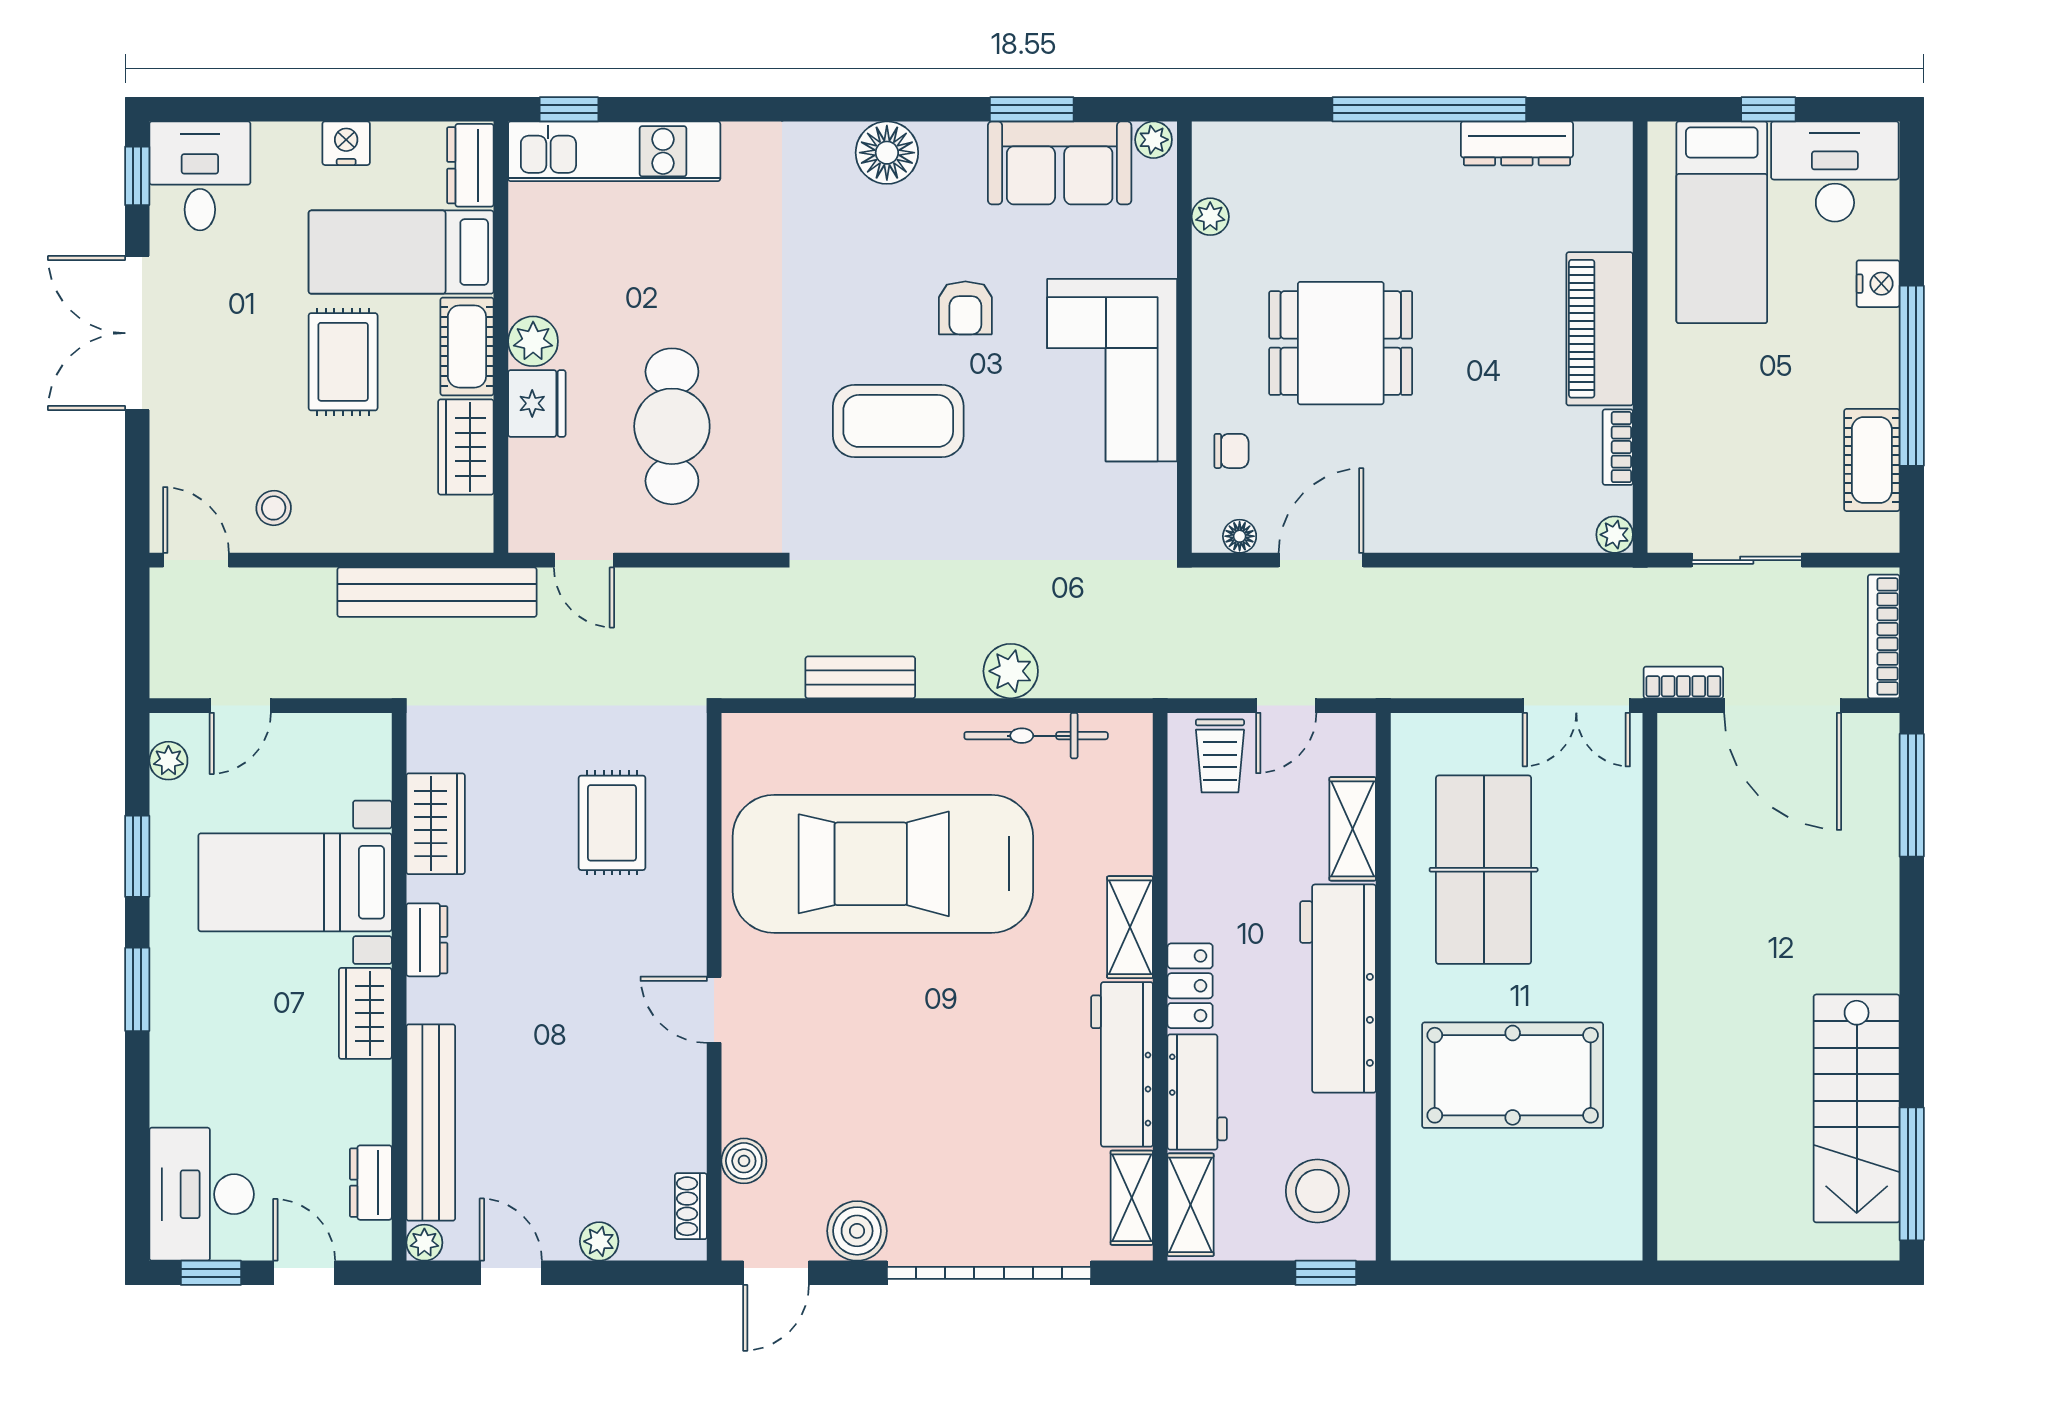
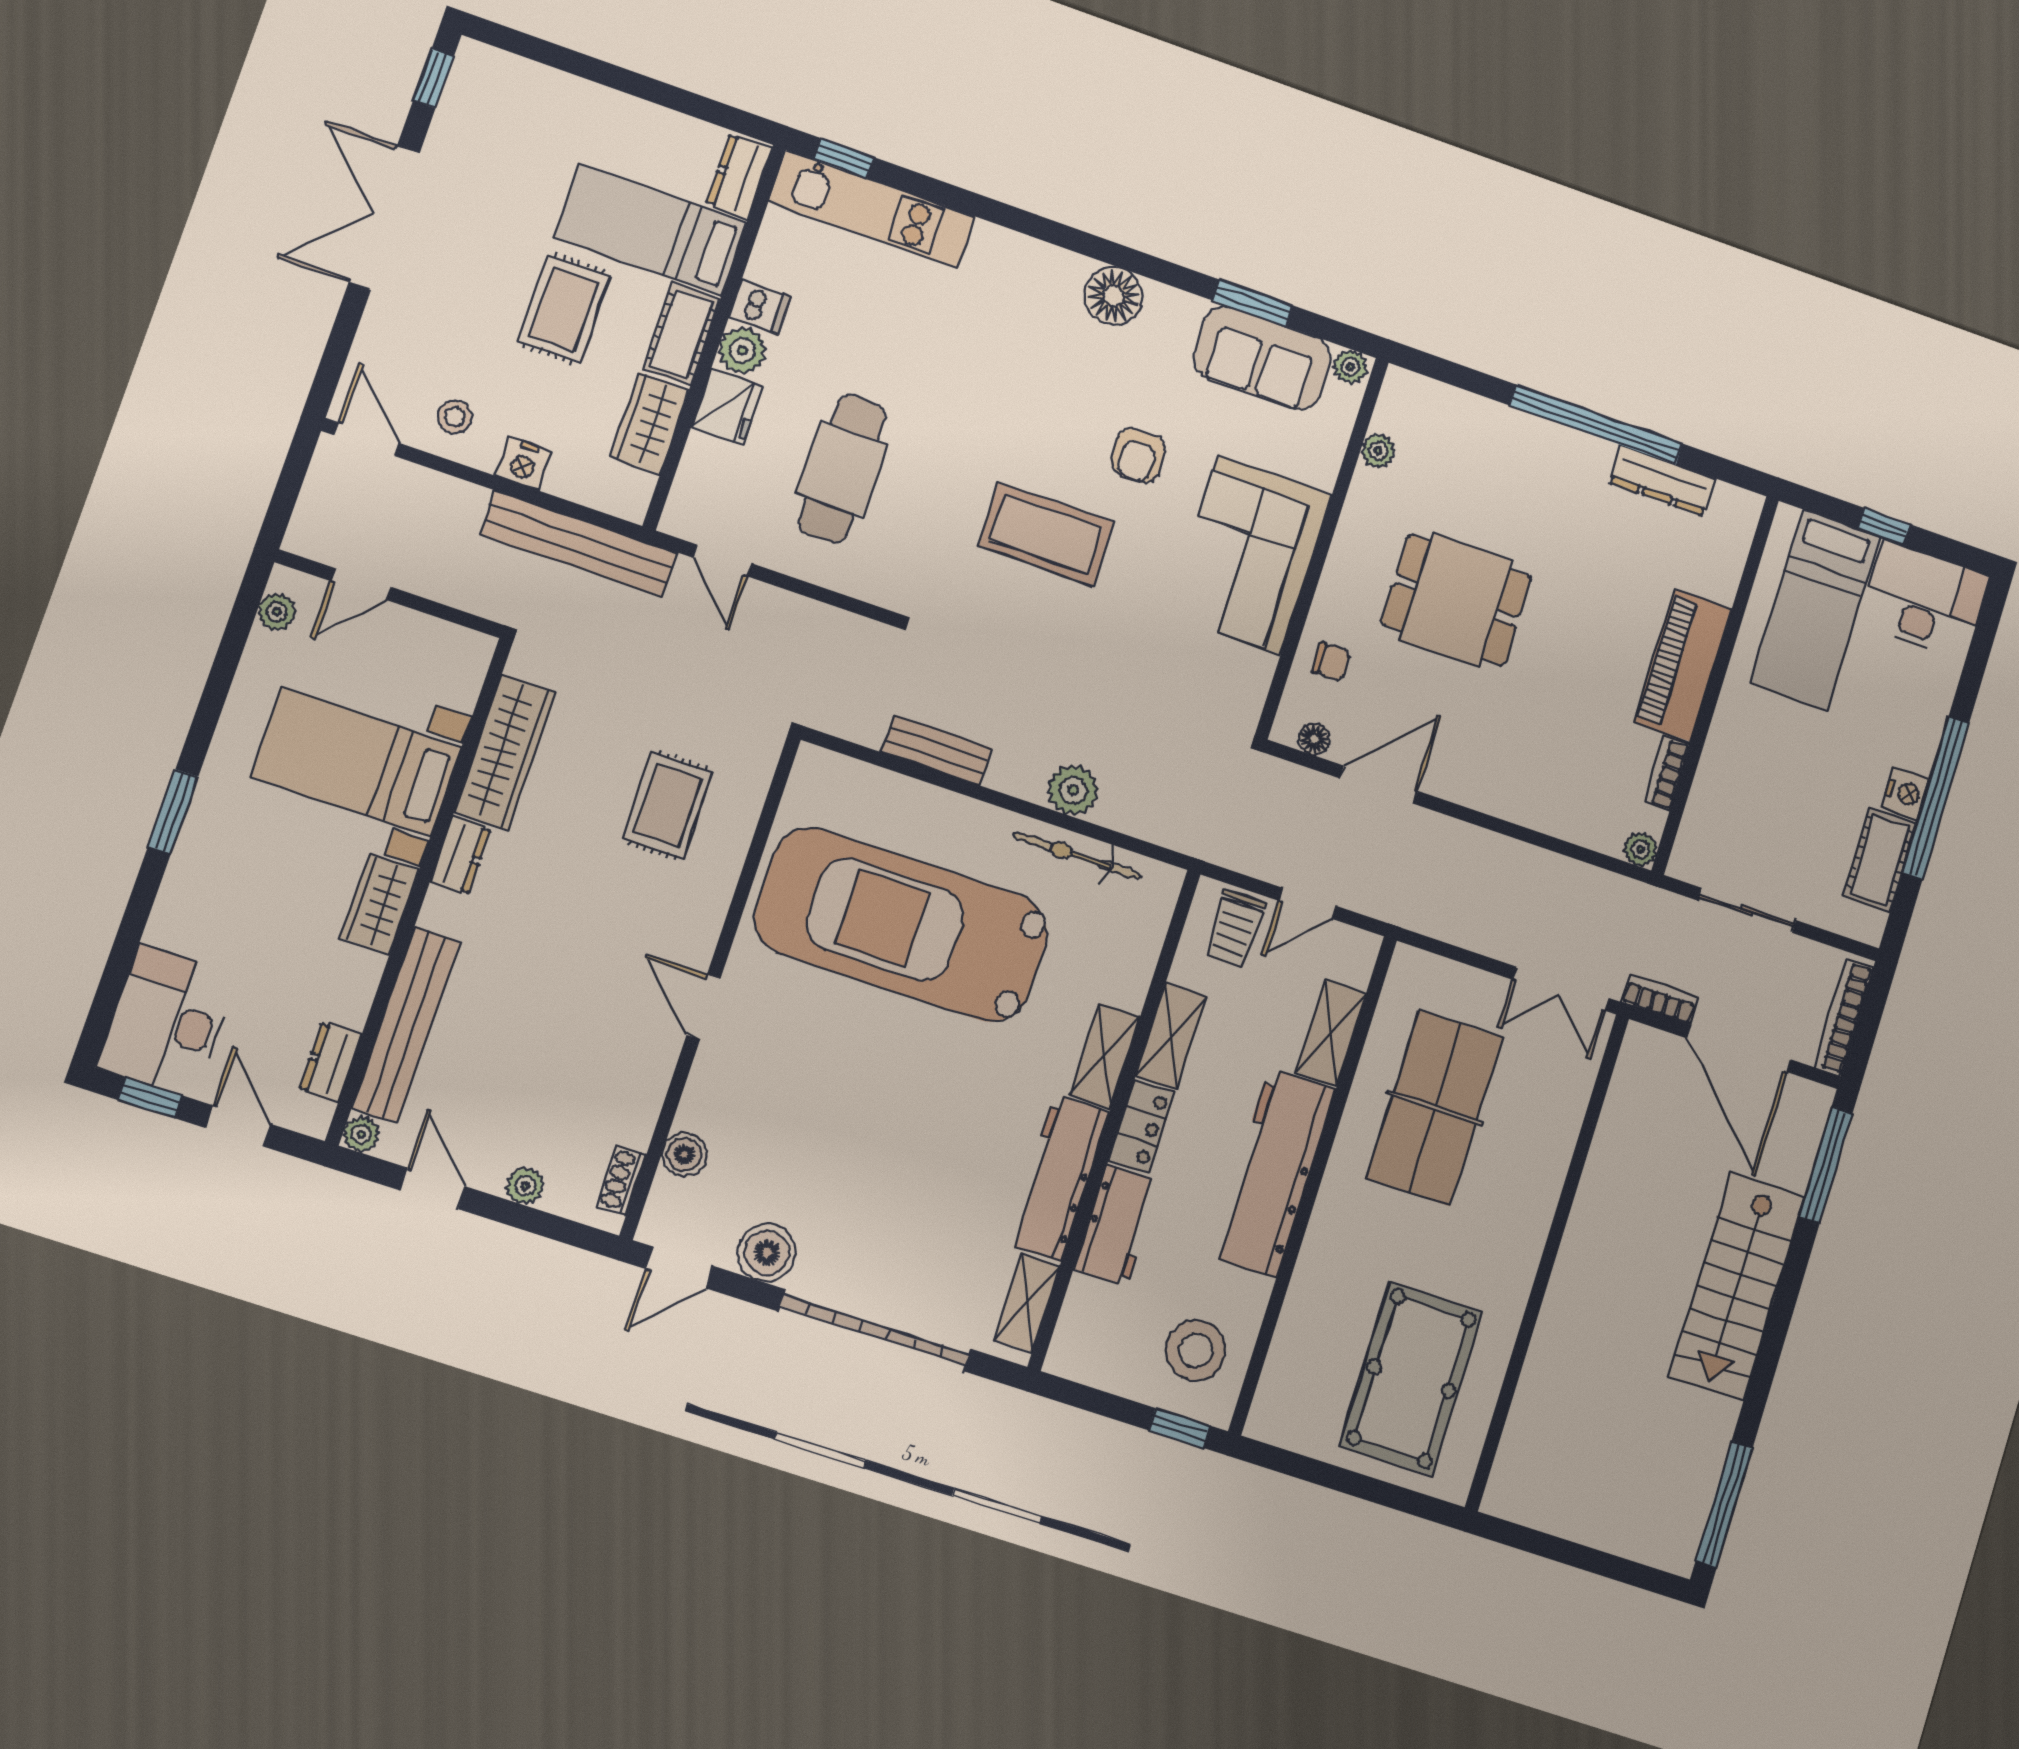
nightstand: (346, 143) -> (524, 464), moved, turned 180
desk: (200, 176) -> (491, 99), removed
nightstand: (1878, 284) -> (1906, 793), moved
dishwasher: (536, 291) -> (760, 307), added
wardrobe: (436, 824) -> (505, 752), width x1.50
window: (137, 856) -> (217, 689), removed
pool table: (1513, 1075) -> (1411, 1379), moved, turned 90
stairs: (1857, 1108) -> (1737, 1286), moved
shelving: (1191, 1205) -> (1171, 1036), moved

